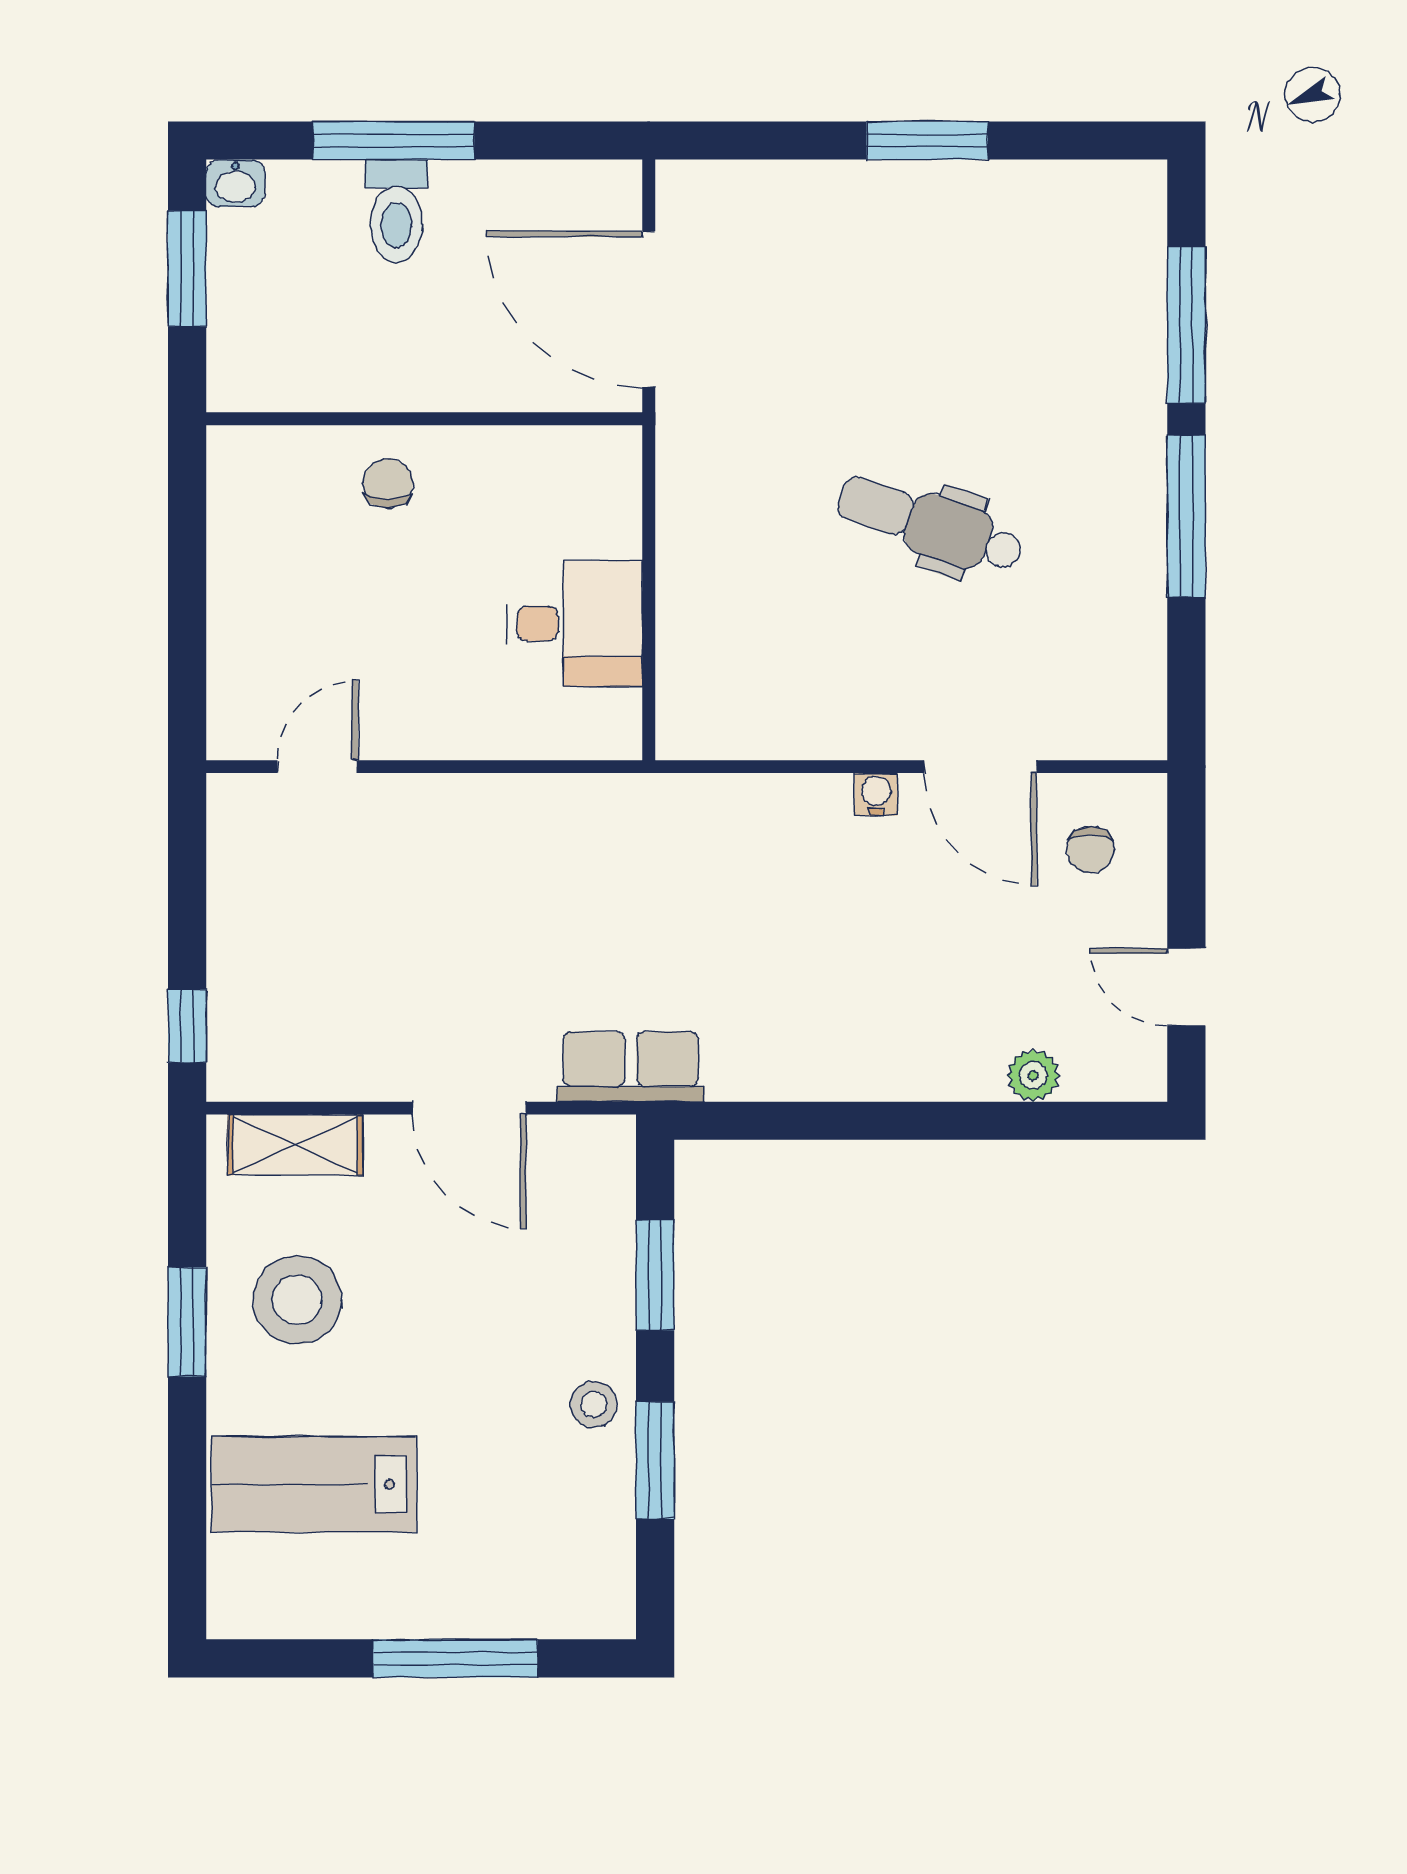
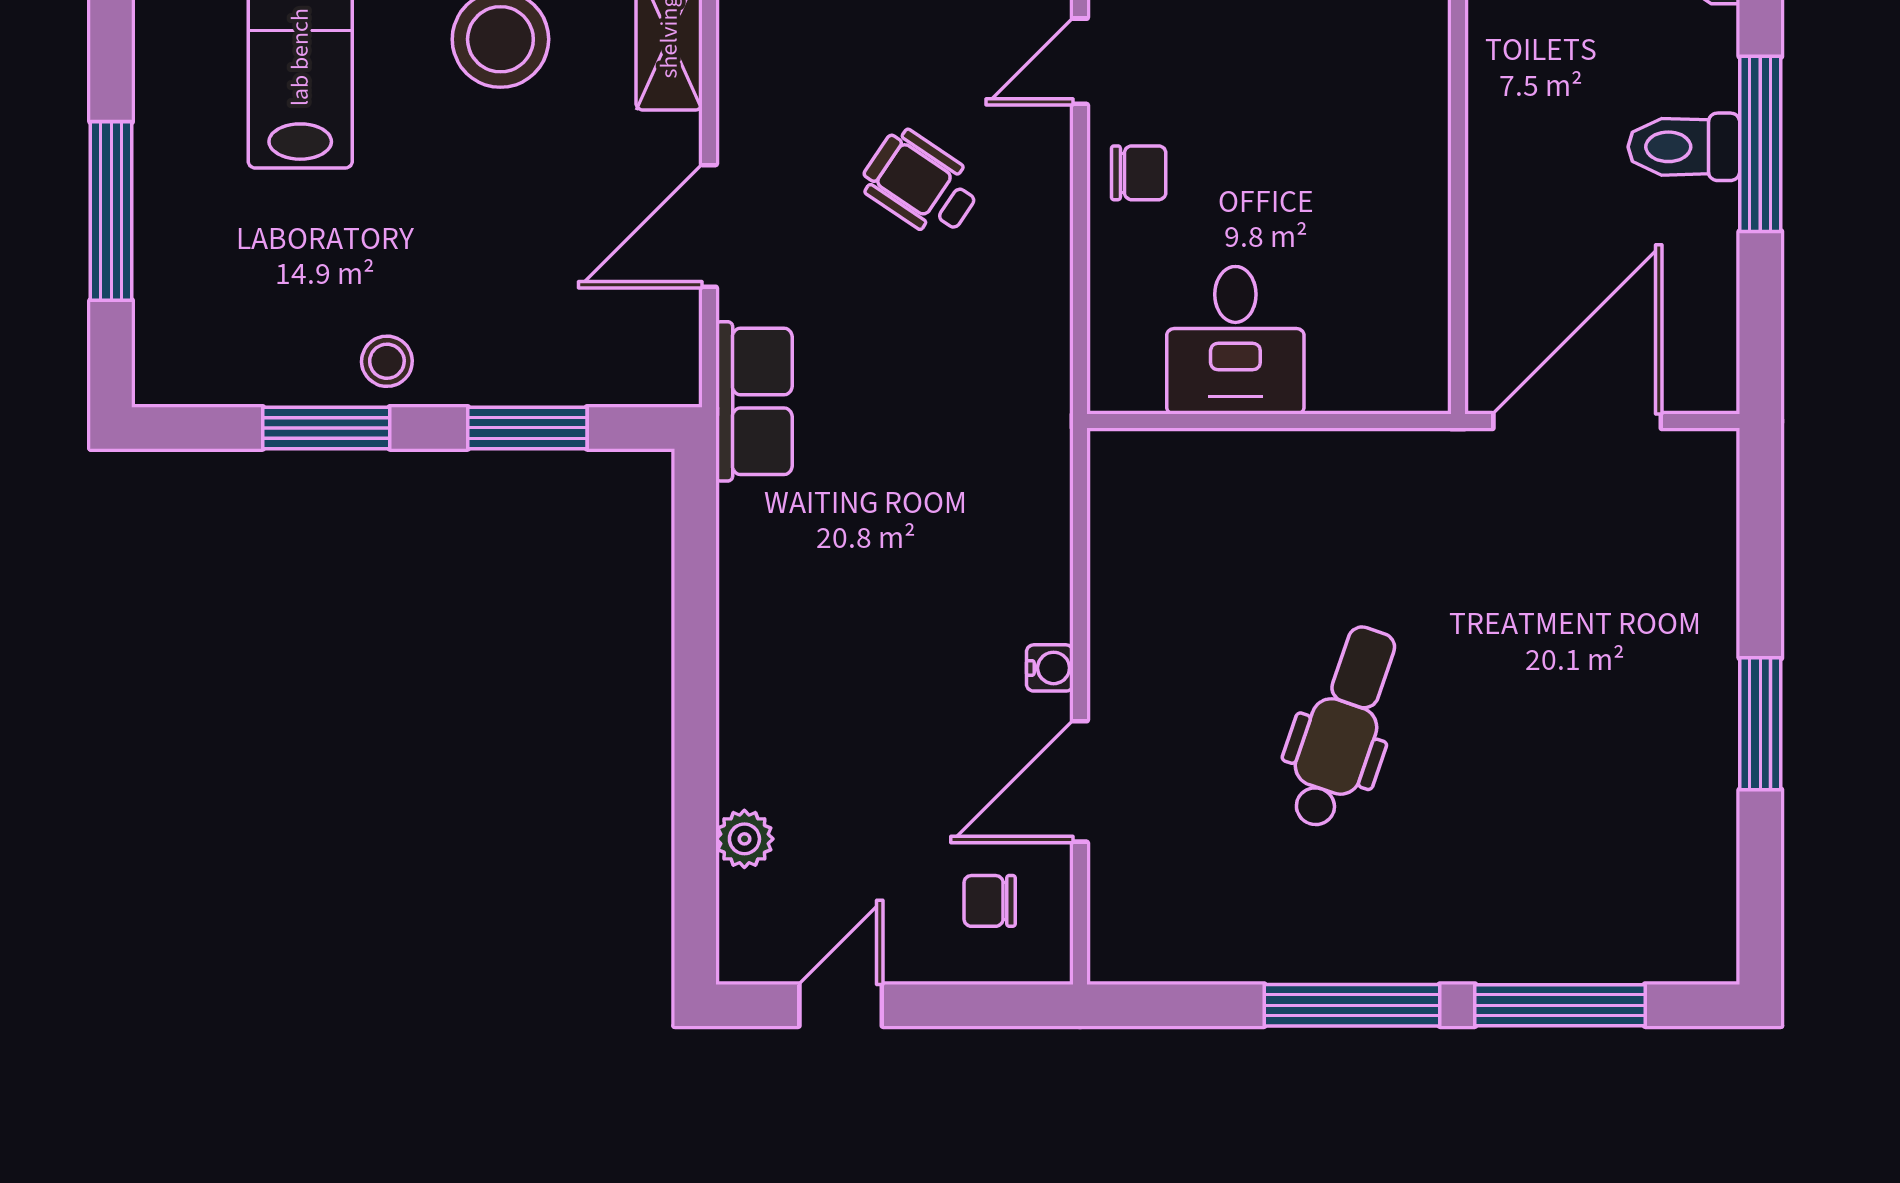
chair: (388, 483) -> (1139, 173), moved
door: (318, 767) -> (1080, 61), swing flipped
wheelchair: (431, 913) -> (921, 184), added

